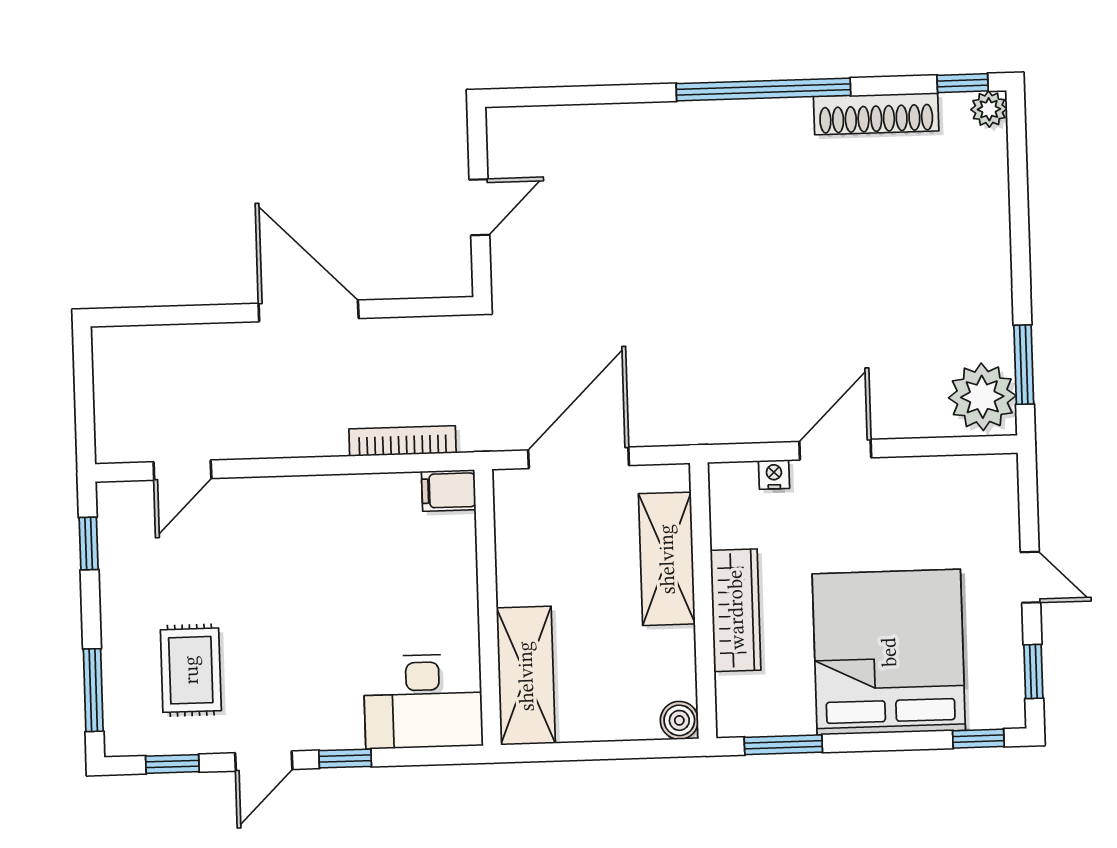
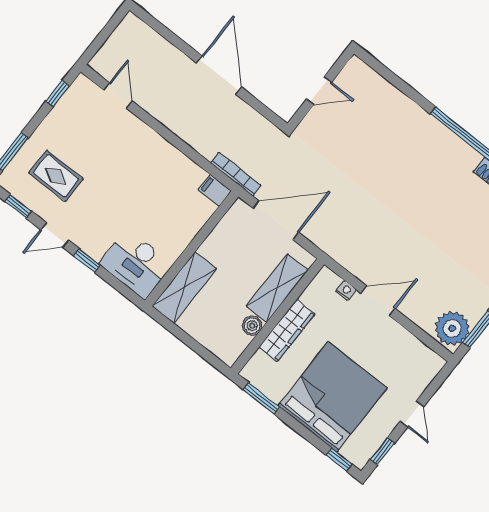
bookcase: (403, 441) -> (236, 174), moved
door: (182, 470) -> (118, 96), swing flipped
rug: (191, 670) -> (56, 176), turned 90
boiler: (679, 720) -> (252, 326), moved

